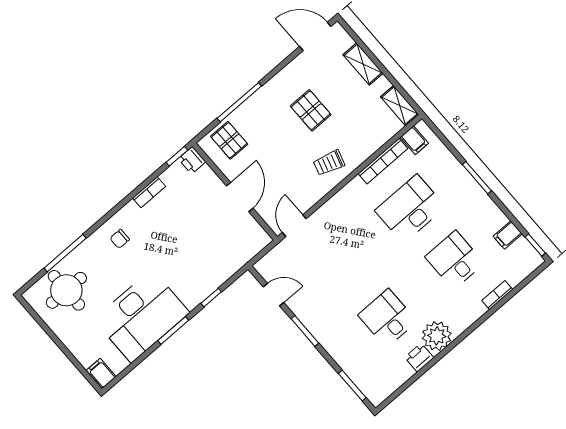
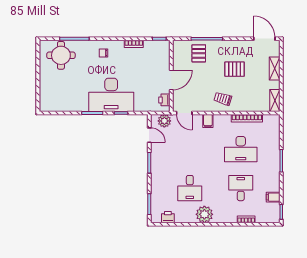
pallet: (311, 110) -> (235, 69), turned 90
pallet: (229, 140) -> (199, 53), moved
filing cabinet: (414, 140) -> (208, 121), moved
printer: (192, 160) -> (164, 100), moved
desk: (410, 209) -> (241, 149), turned 180
door: (294, 226) -> (184, 113), swing flipped
plant: (277, 259) -> (164, 121), added
desk: (142, 316) -> (111, 95), moved
desk: (387, 318) -> (190, 188), turned 180
printer: (419, 358) -> (168, 217), moved
filing cabinet: (101, 373) -> (45, 104), removed

